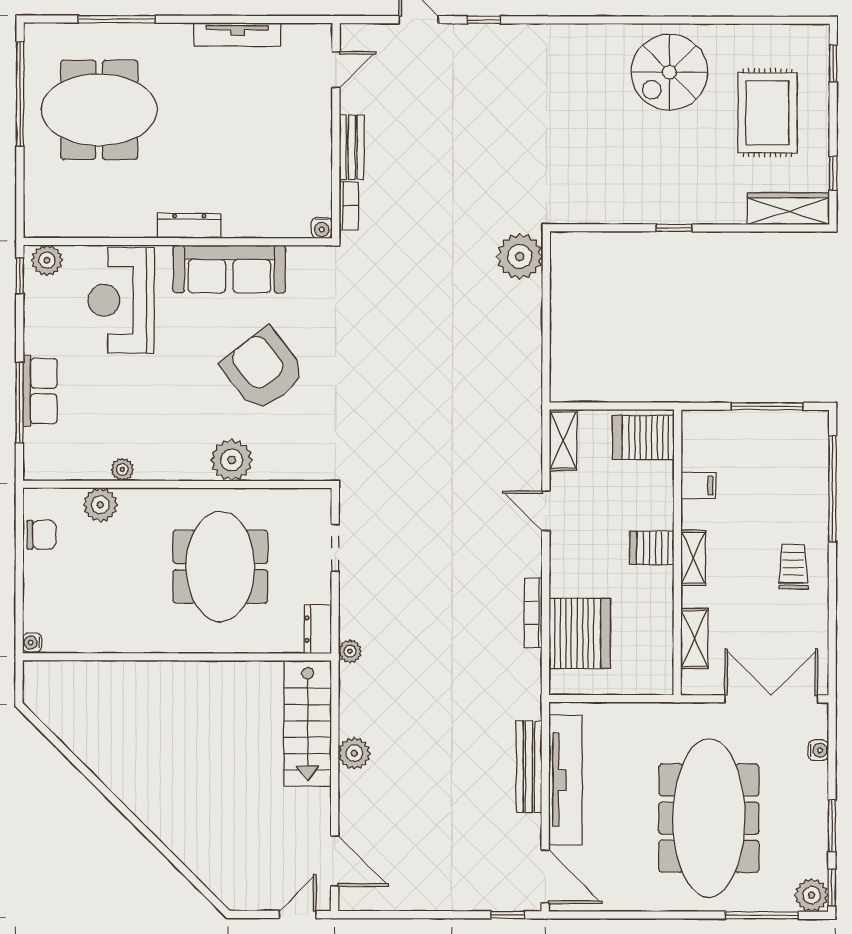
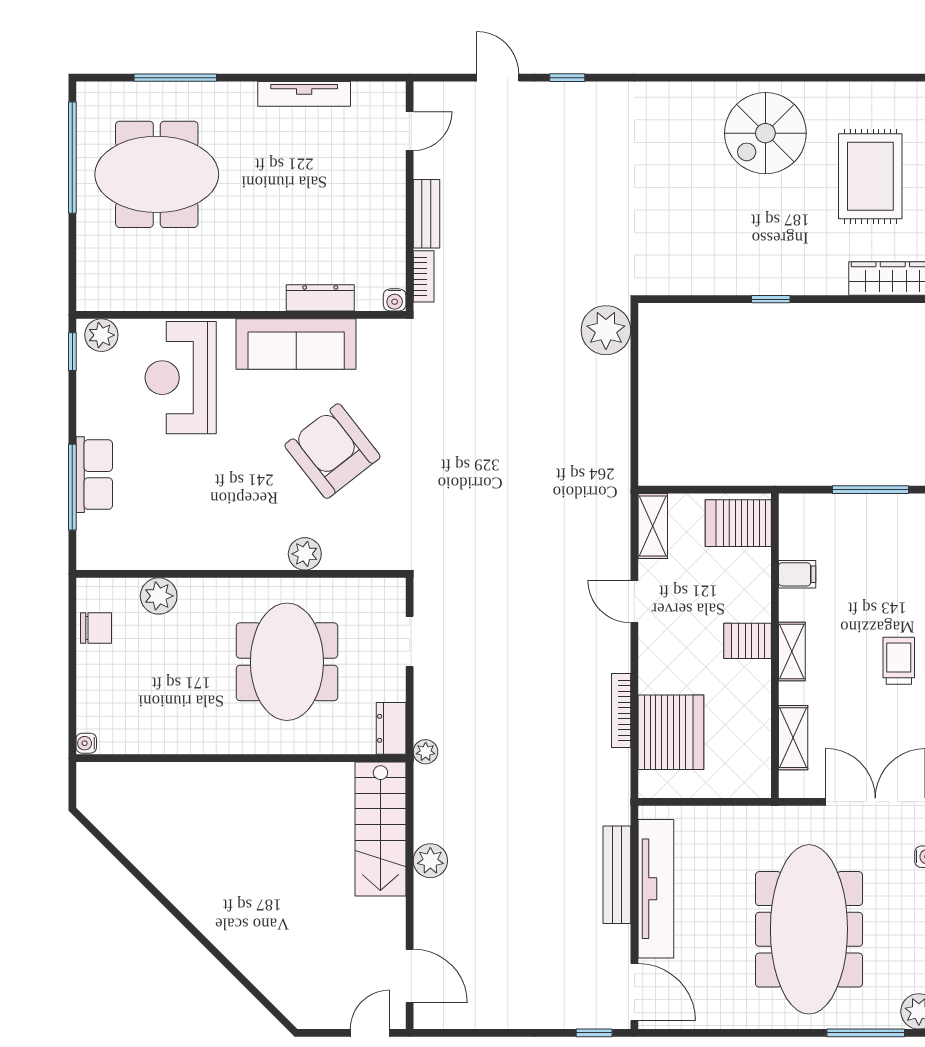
dresser: (189, 226) -> (320, 298), moved
plant: (232, 460) -> (305, 554), width x0.73, depth x0.73
plant: (122, 469) -> (182, 558), removed

